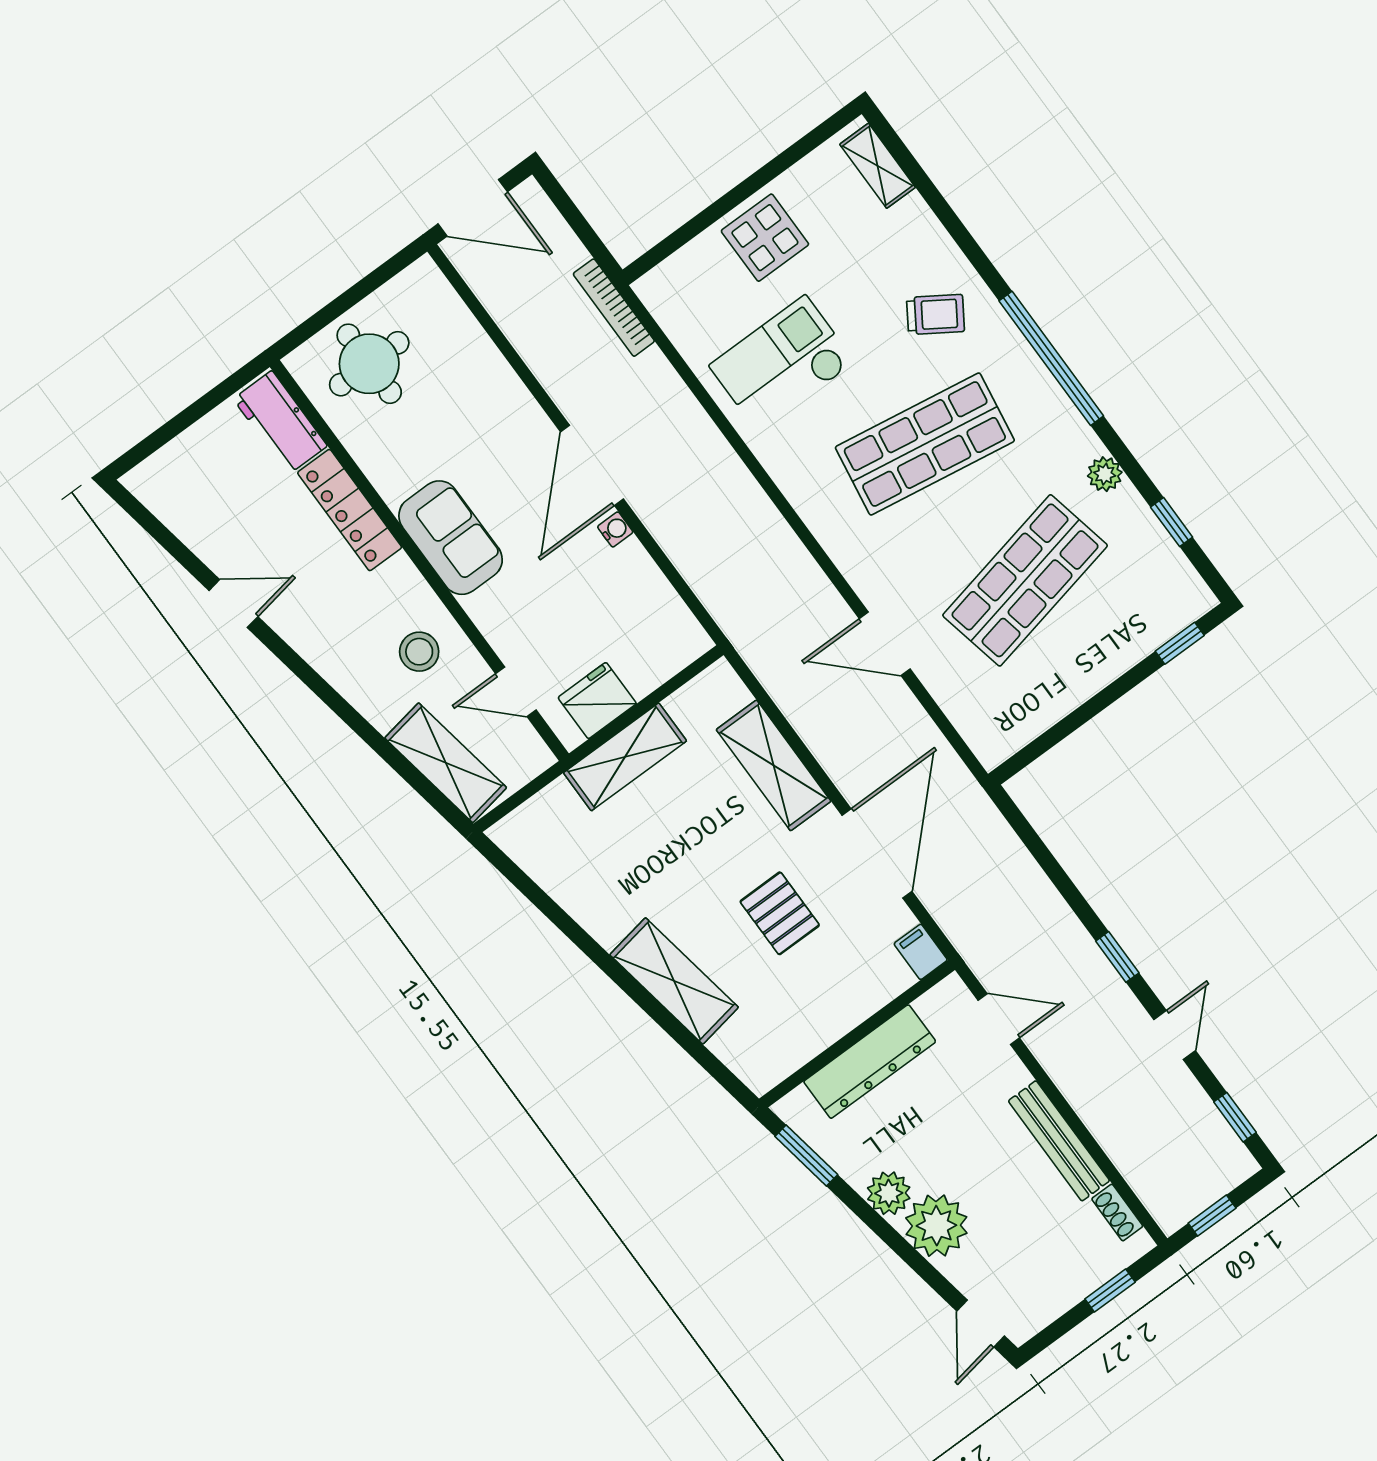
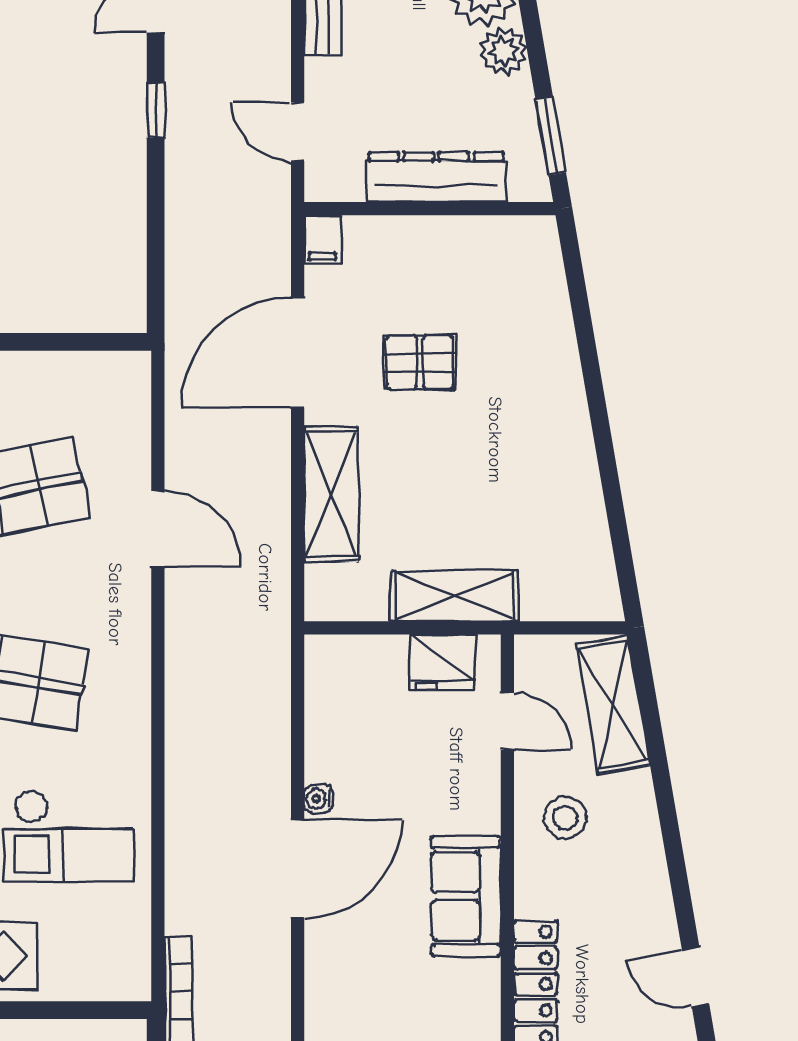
pallet: (780, 913) -> (420, 362), turned 90
shelving: (674, 981) -> (554, 371), removed

